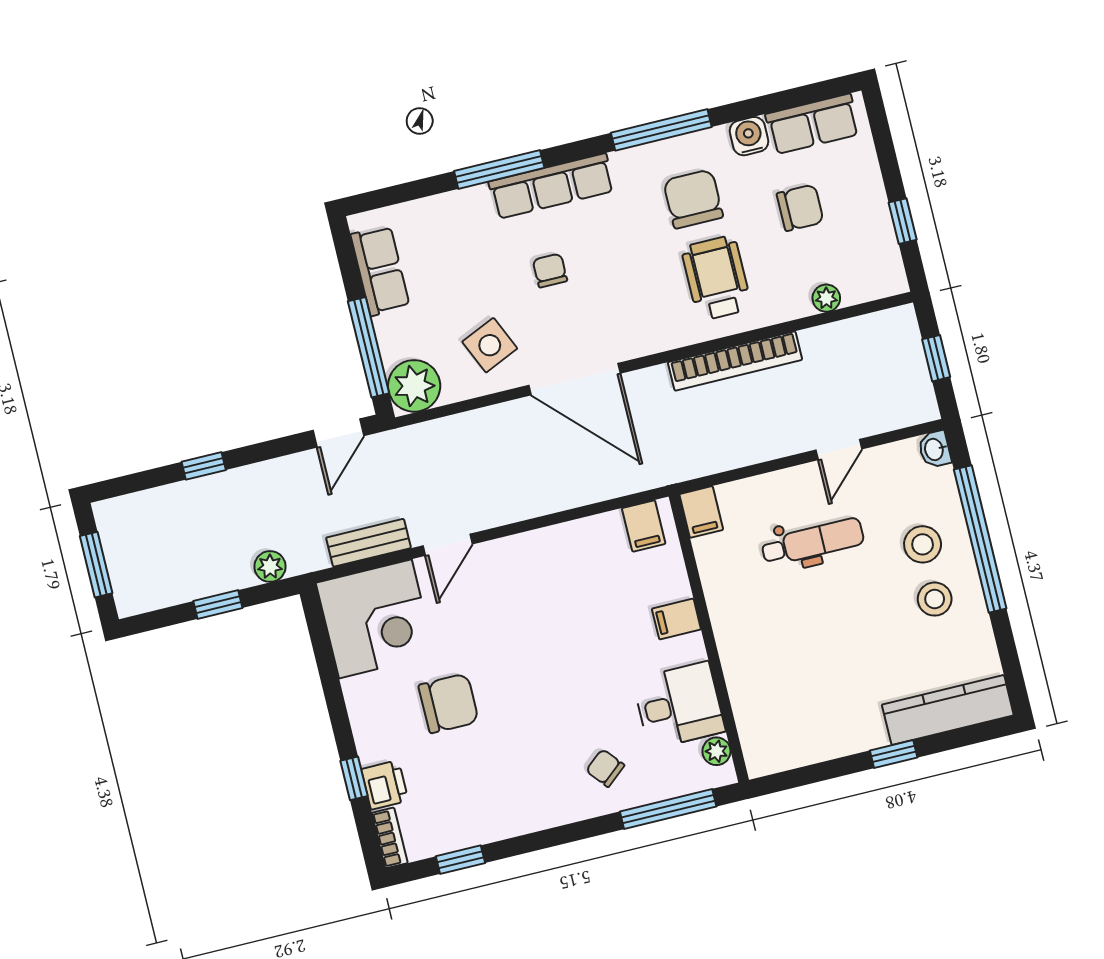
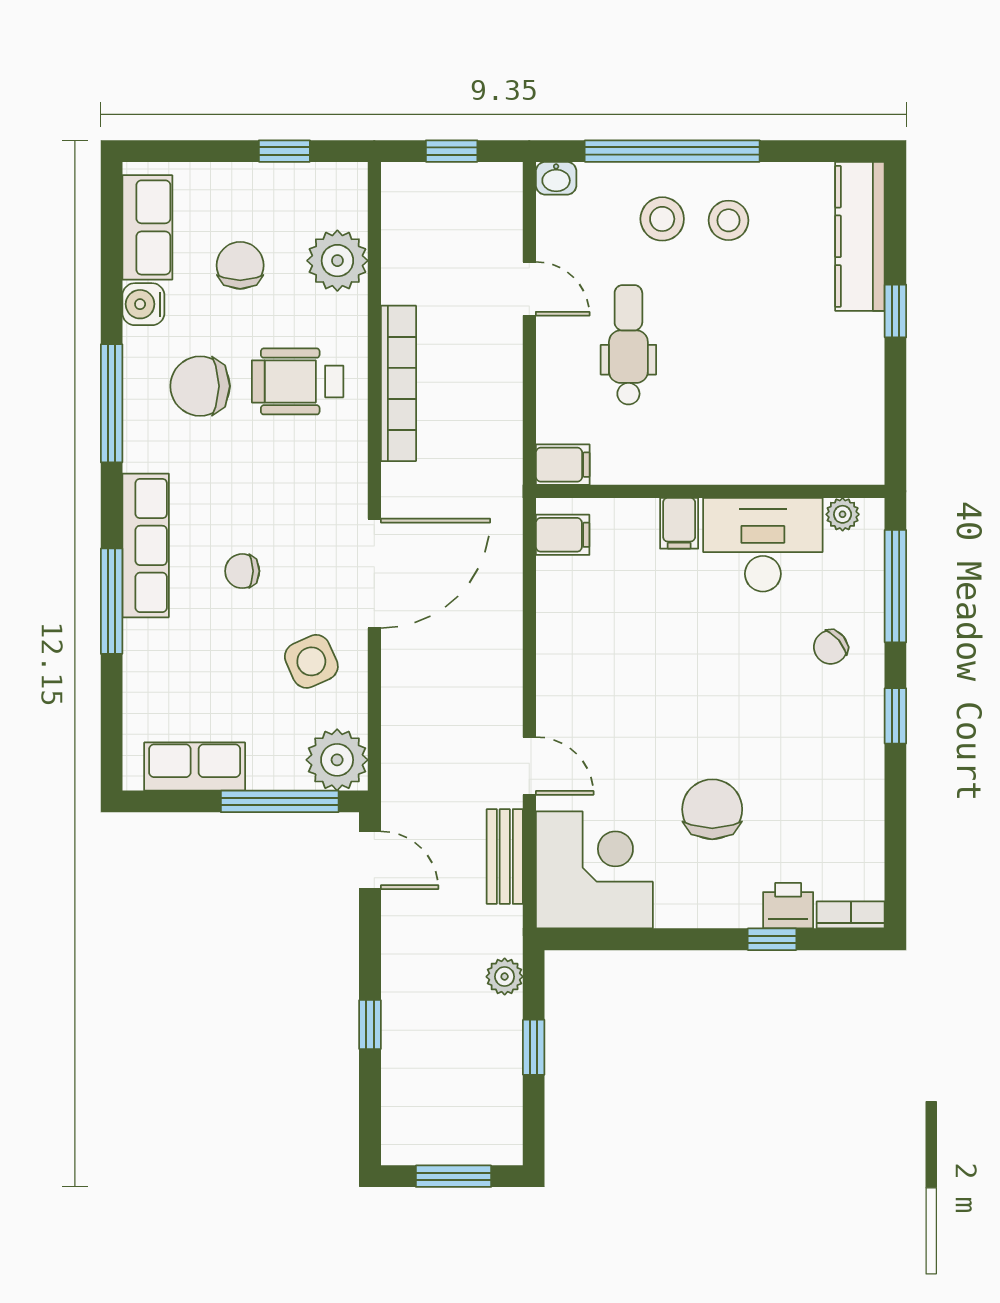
plant: (826, 298) -> (337, 261), width x1.88, depth x1.88
desk: (679, 705) -> (763, 545), width x1.37
window: (460, 860) -> (895, 716), moved

